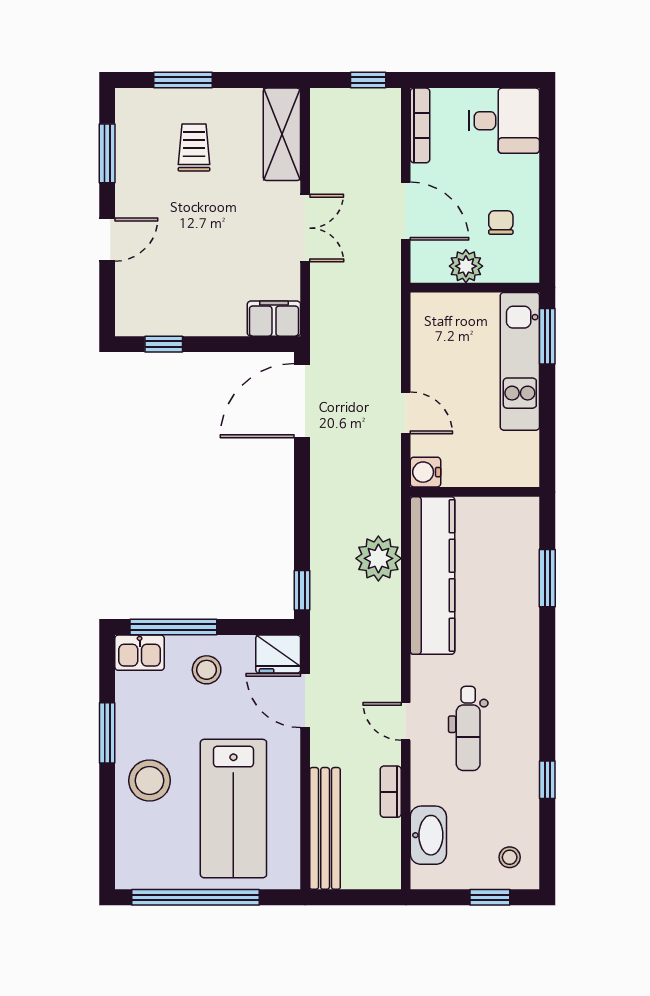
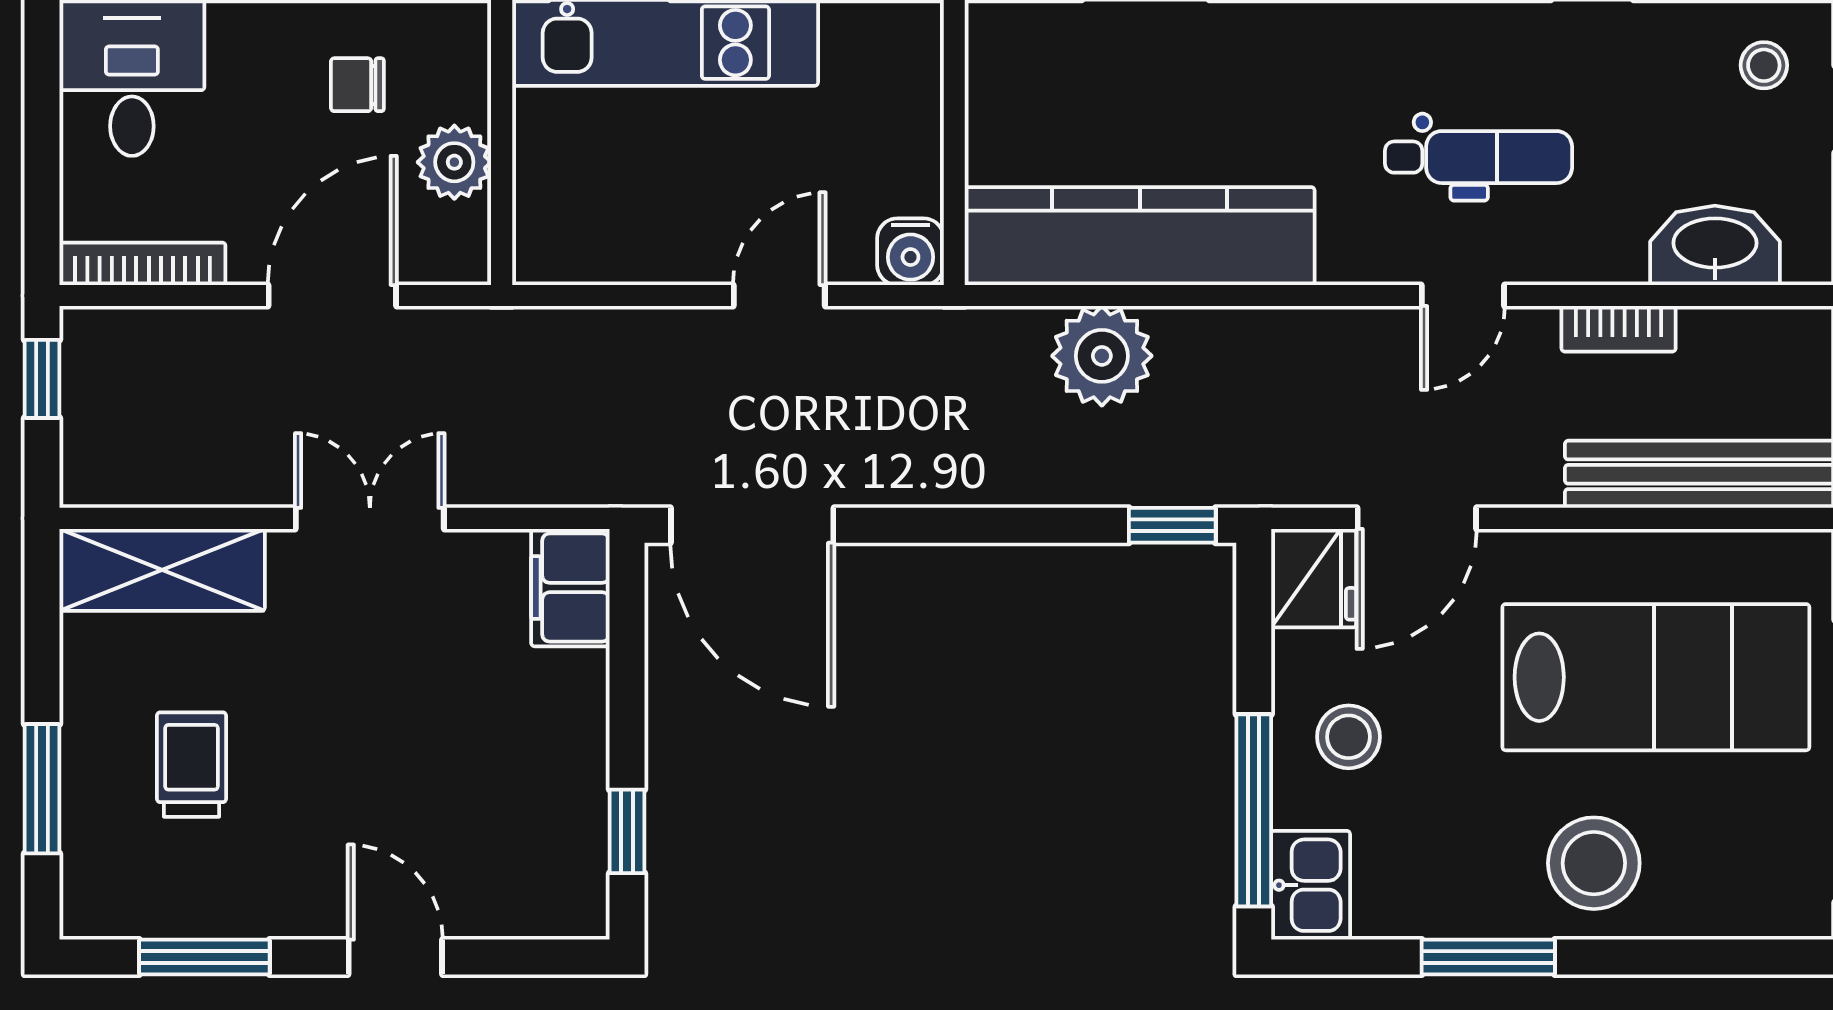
trolley: (194, 148) -> (191, 765), turned 90

